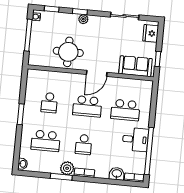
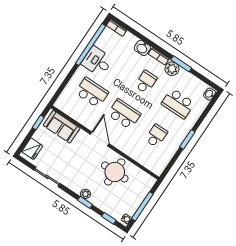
door: (97, 73) -> (100, 139), hinge flipped
school desk: (46, 141) -> (178, 103), turned 180
washbasin: (117, 174) -> (142, 48), moved

